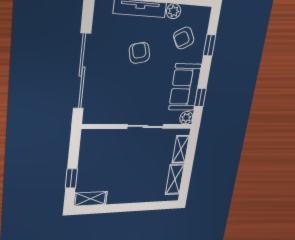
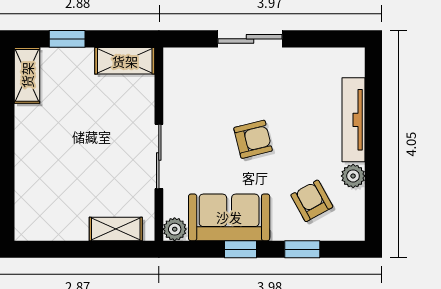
armchair: (139, 53) -> (253, 139), moved
sliding door: (82, 72) -> (250, 39), width x0.54
window: (200, 97) -> (240, 249), moved
shelving: (175, 179) -> (125, 61), moved

